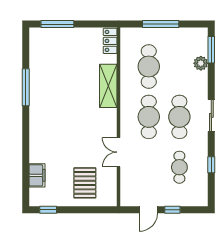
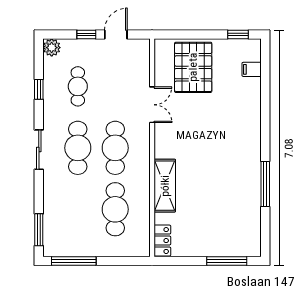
window: (161, 24) -> (74, 261), moved
plant: (201, 63) -> (52, 48), moved
filing cabinet: (37, 175) -> (252, 69), width x0.50
pallet: (85, 183) -> (193, 67), width x1.37, depth x1.41

